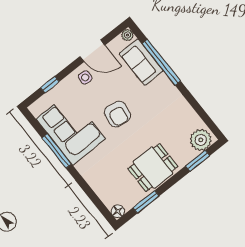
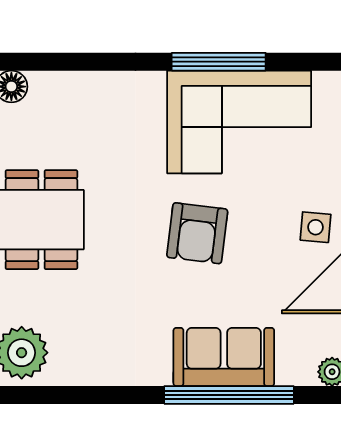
sofa: (141, 62) -> (224, 357), moved
armchair: (117, 114) -> (197, 233), turned -91

